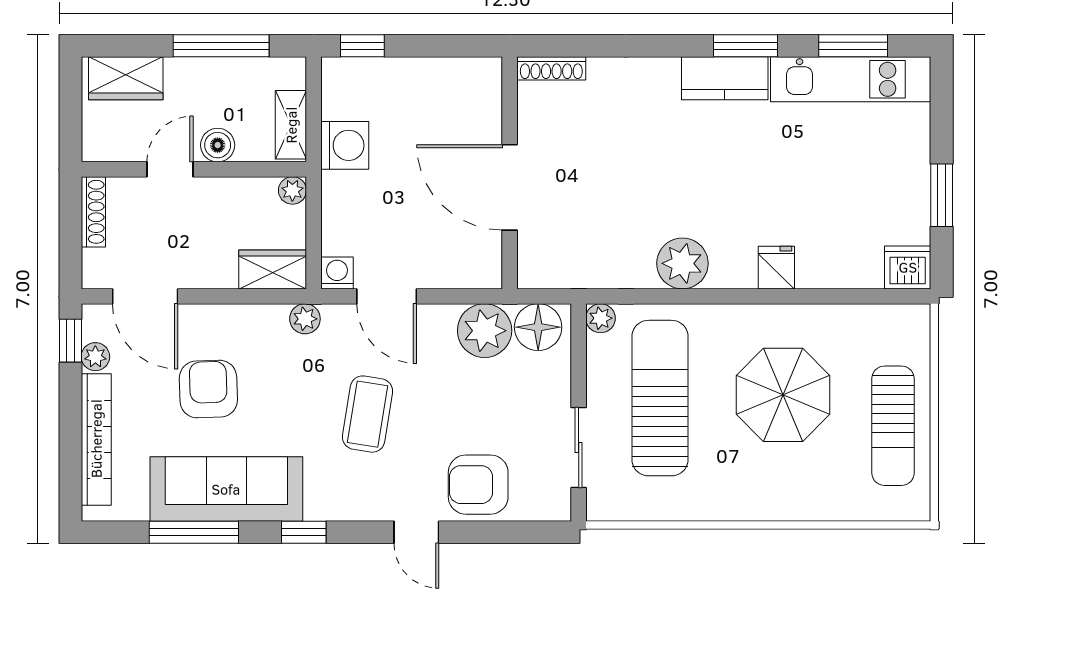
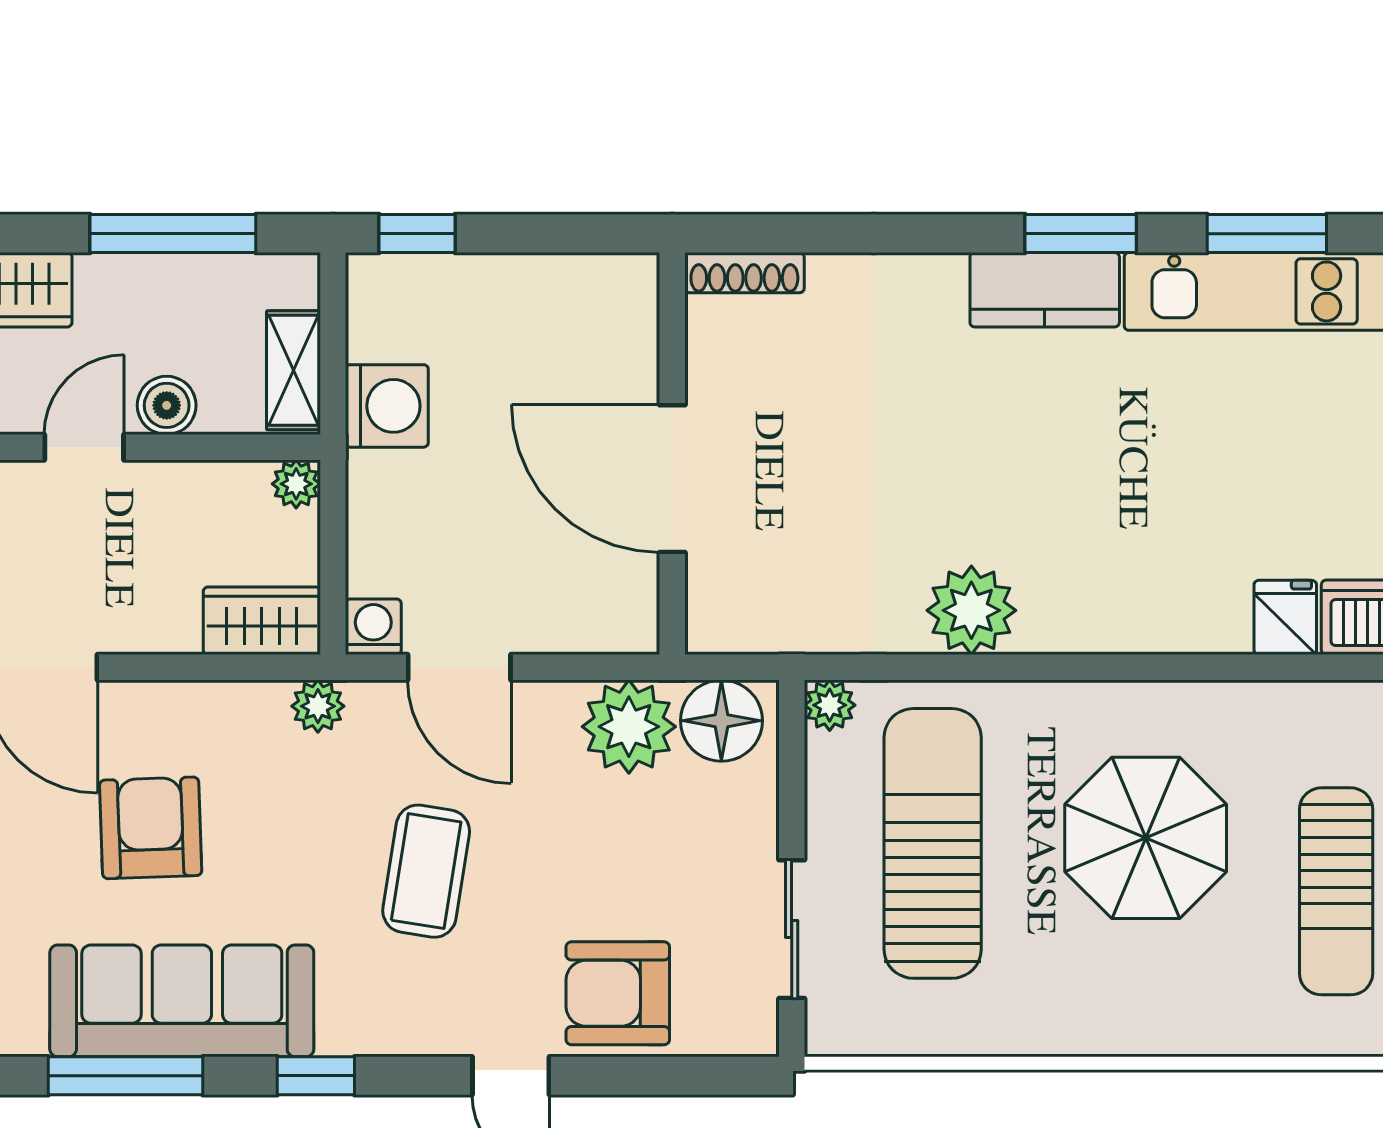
fridge: (776, 268) -> (1285, 617), moved

